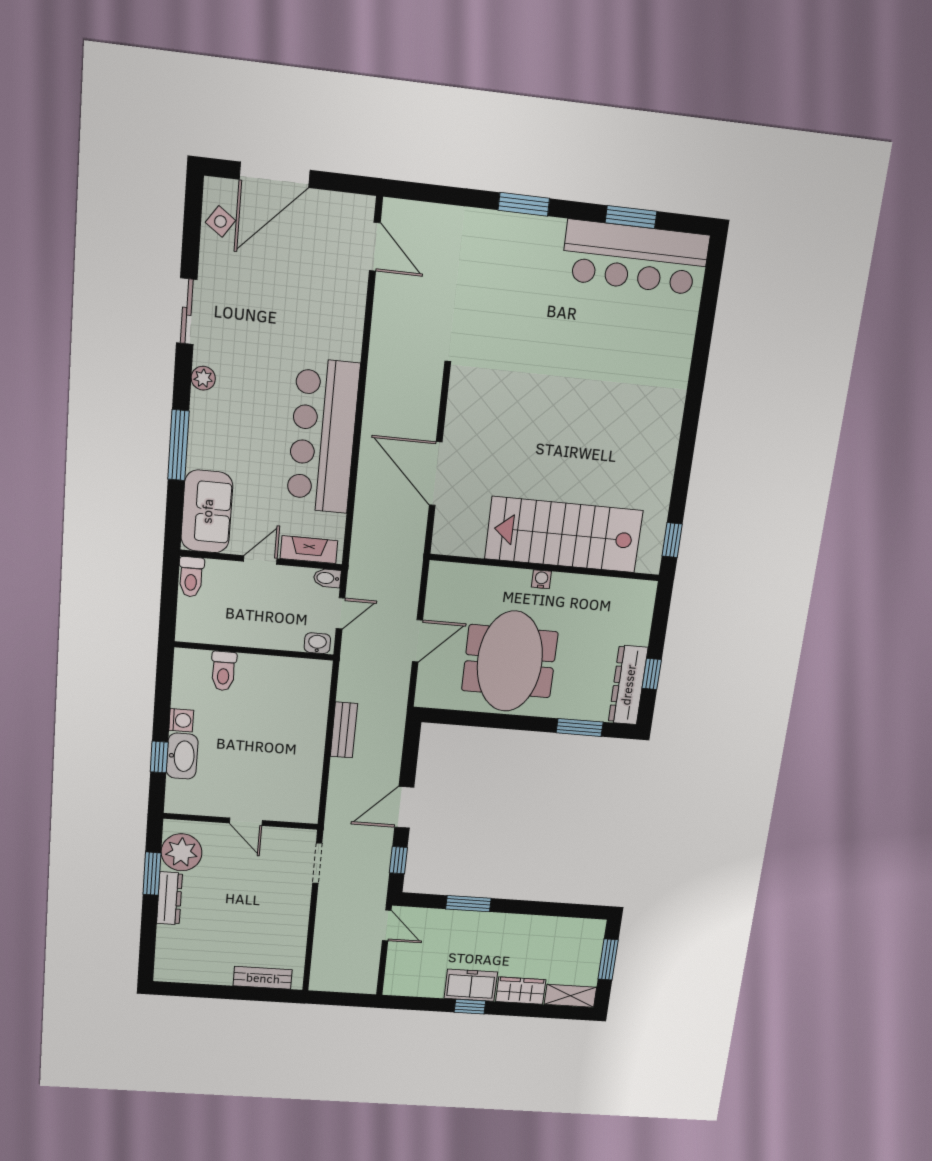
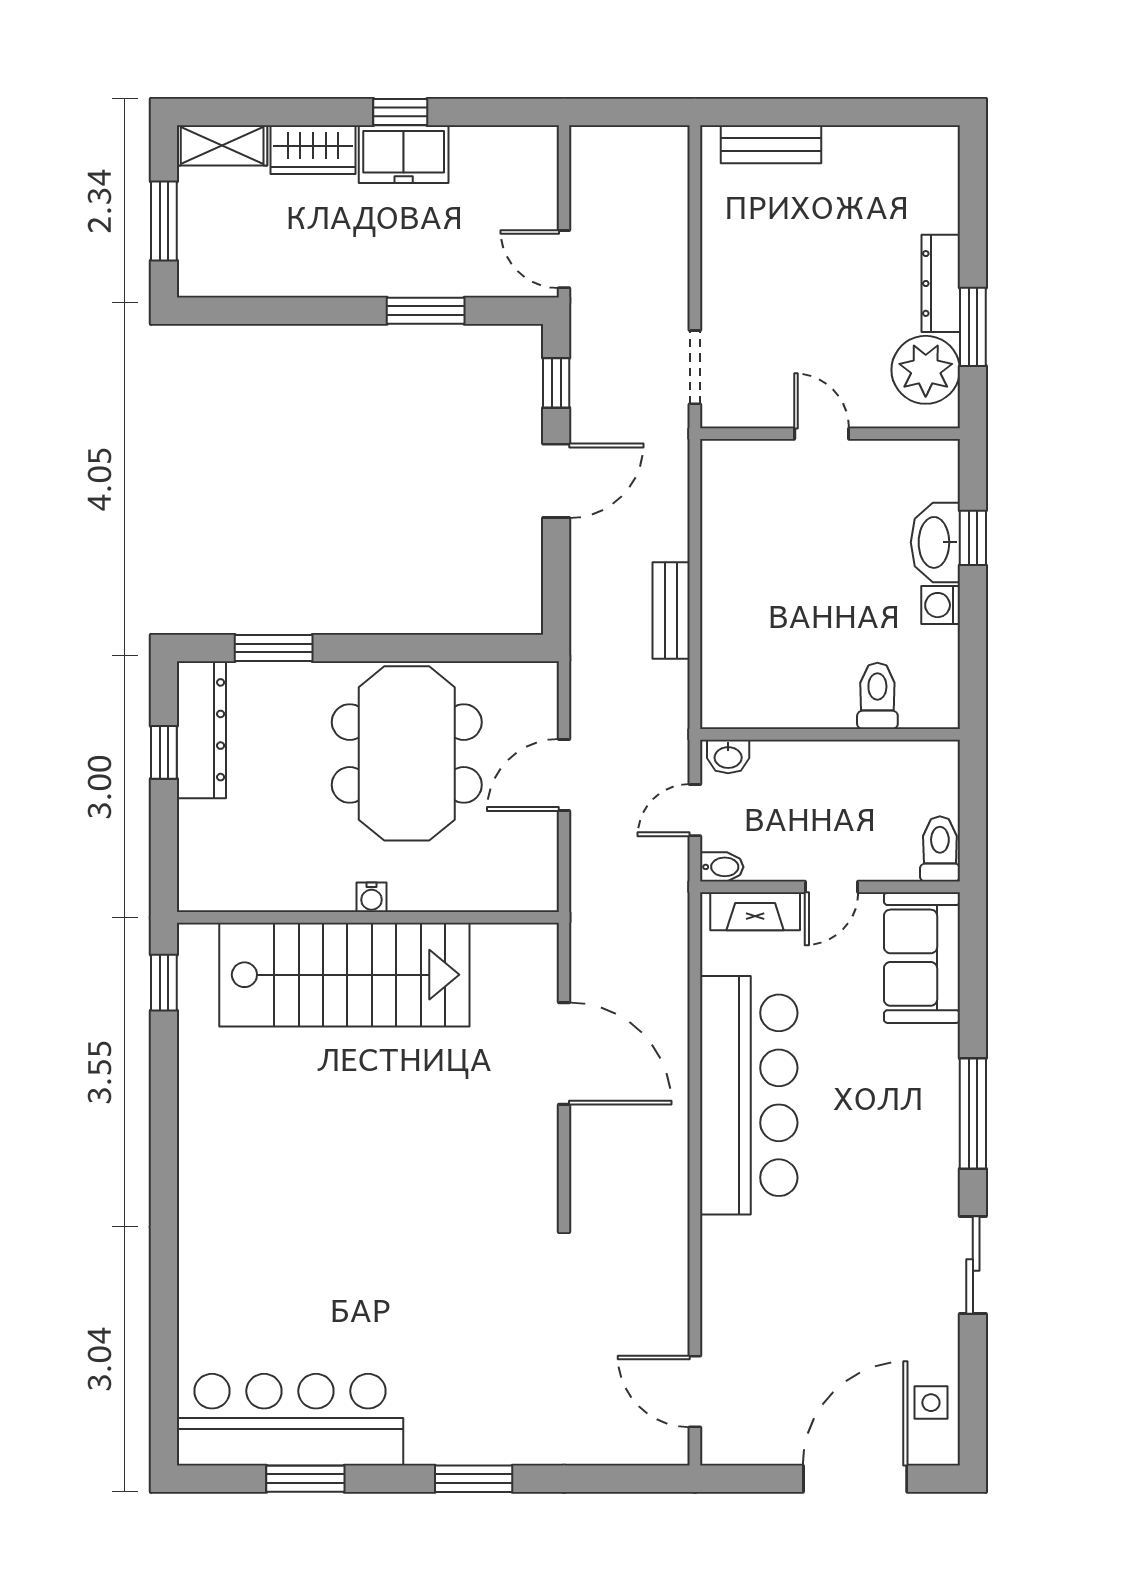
side table: (220, 221) -> (931, 1403), turned -35
plant: (203, 378) -> (941, 1166), removed
window: (178, 445) -> (973, 1114), moved

